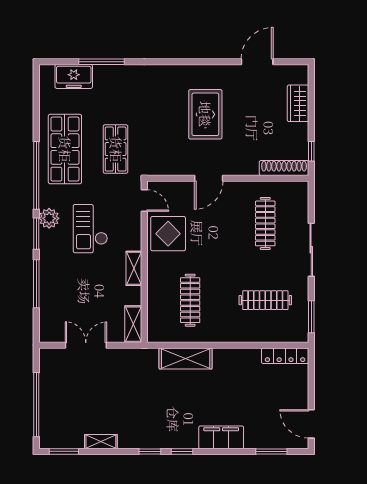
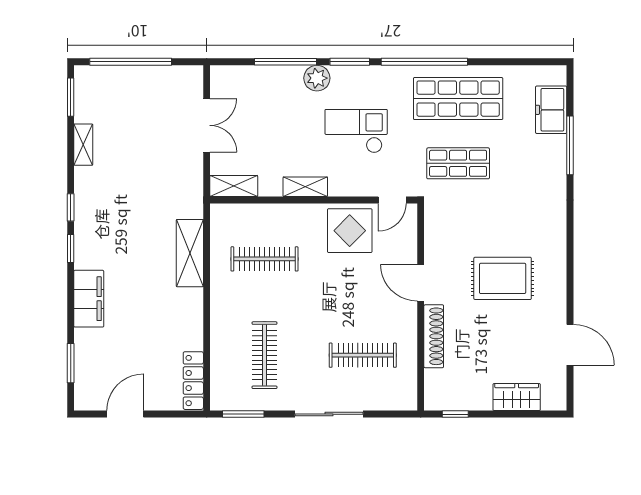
shoe rack: (284, 168) -> (434, 336), moved
plant: (49, 218) -> (317, 78), moved
door: (311, 424) -> (125, 414), moved

